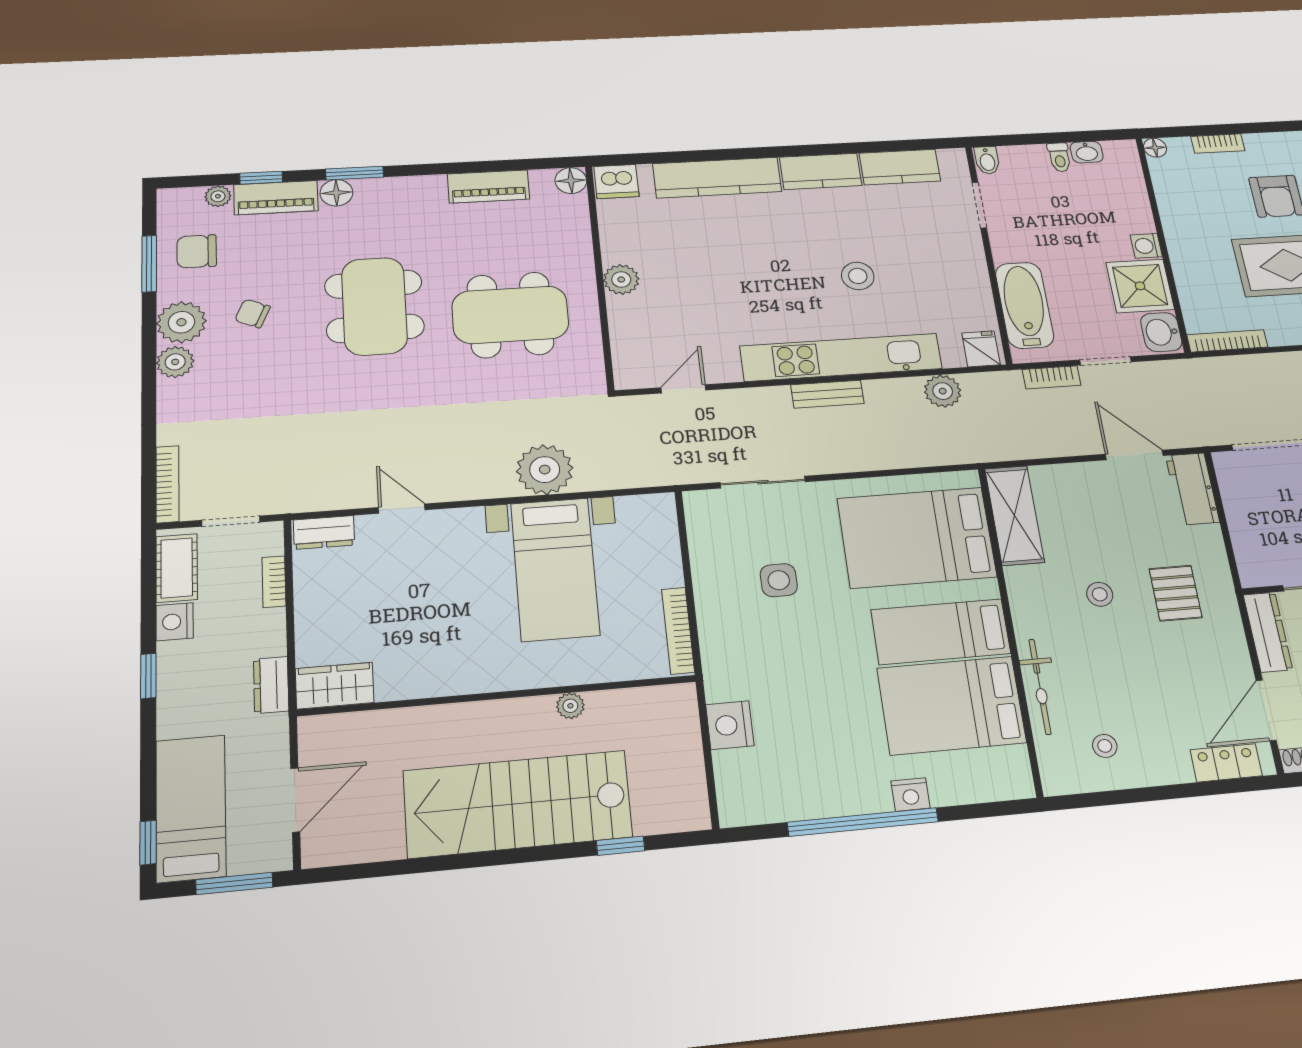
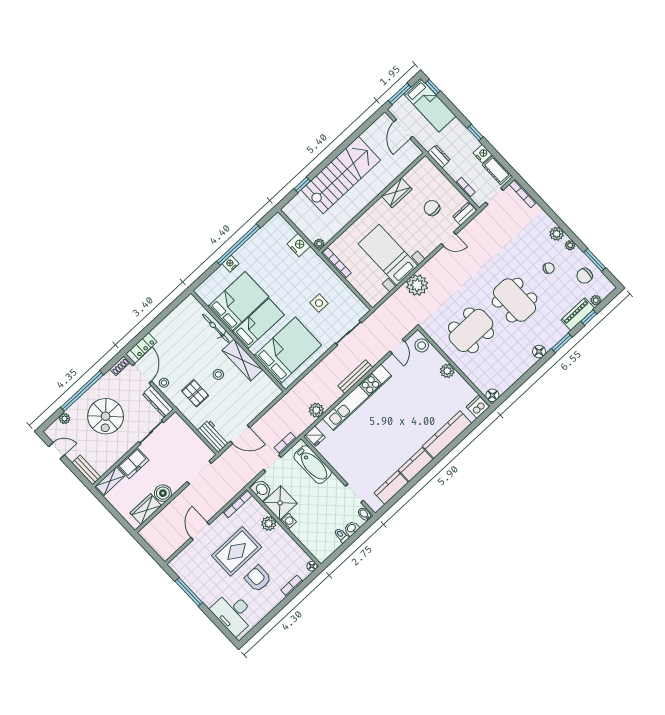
washbasin: (1087, 152) -> (352, 528), moved
piano: (489, 187) -> (516, 372), removed
floor lamp: (336, 193) -> (539, 352), moved
chair: (197, 251) -> (585, 276), turned 180
plant: (1189, 268) -> (269, 524), added
stool: (858, 276) -> (422, 345), moved
plant: (181, 322) -> (570, 245), width x0.53, depth x0.53
bench: (827, 394) -> (355, 377), width x1.36
shelving: (1015, 515) -> (242, 360), moved
chair: (381, 593) -> (432, 208), added
wardrobe: (335, 686) -> (397, 193), moved
plant: (570, 706) -> (319, 244), moved
stool: (1105, 746) -> (164, 383), moved

